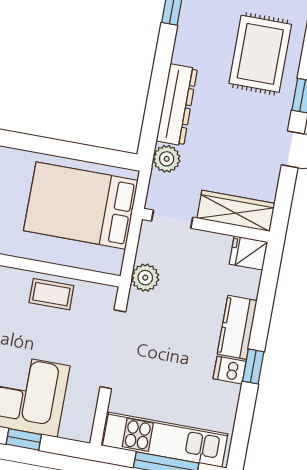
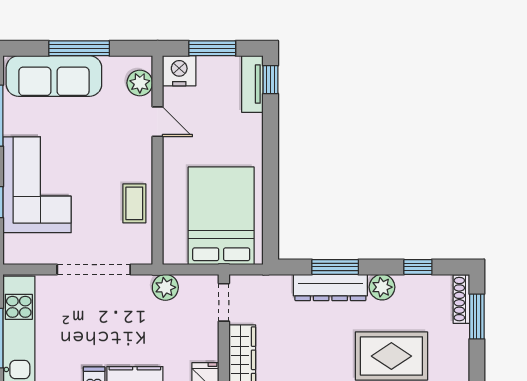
window: (156, 96) -> (335, 267), added
plant: (167, 159) -> (382, 287), moved

